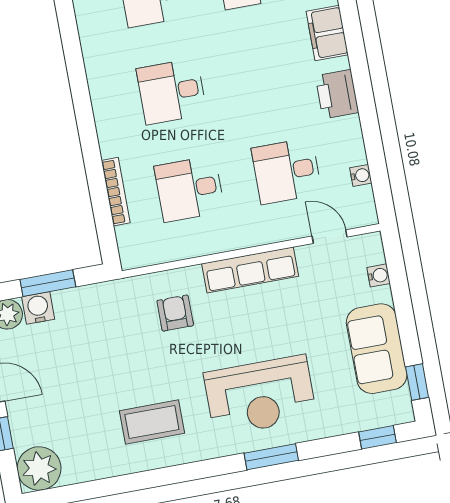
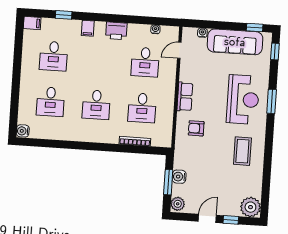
filing cabinet: (327, 33) -> (88, 28), width x0.50
row of seats: (250, 270) -> (185, 97), width x0.68
water cooler: (38, 308) -> (179, 177), moved
sofa: (377, 349) -> (235, 42), width x1.36

